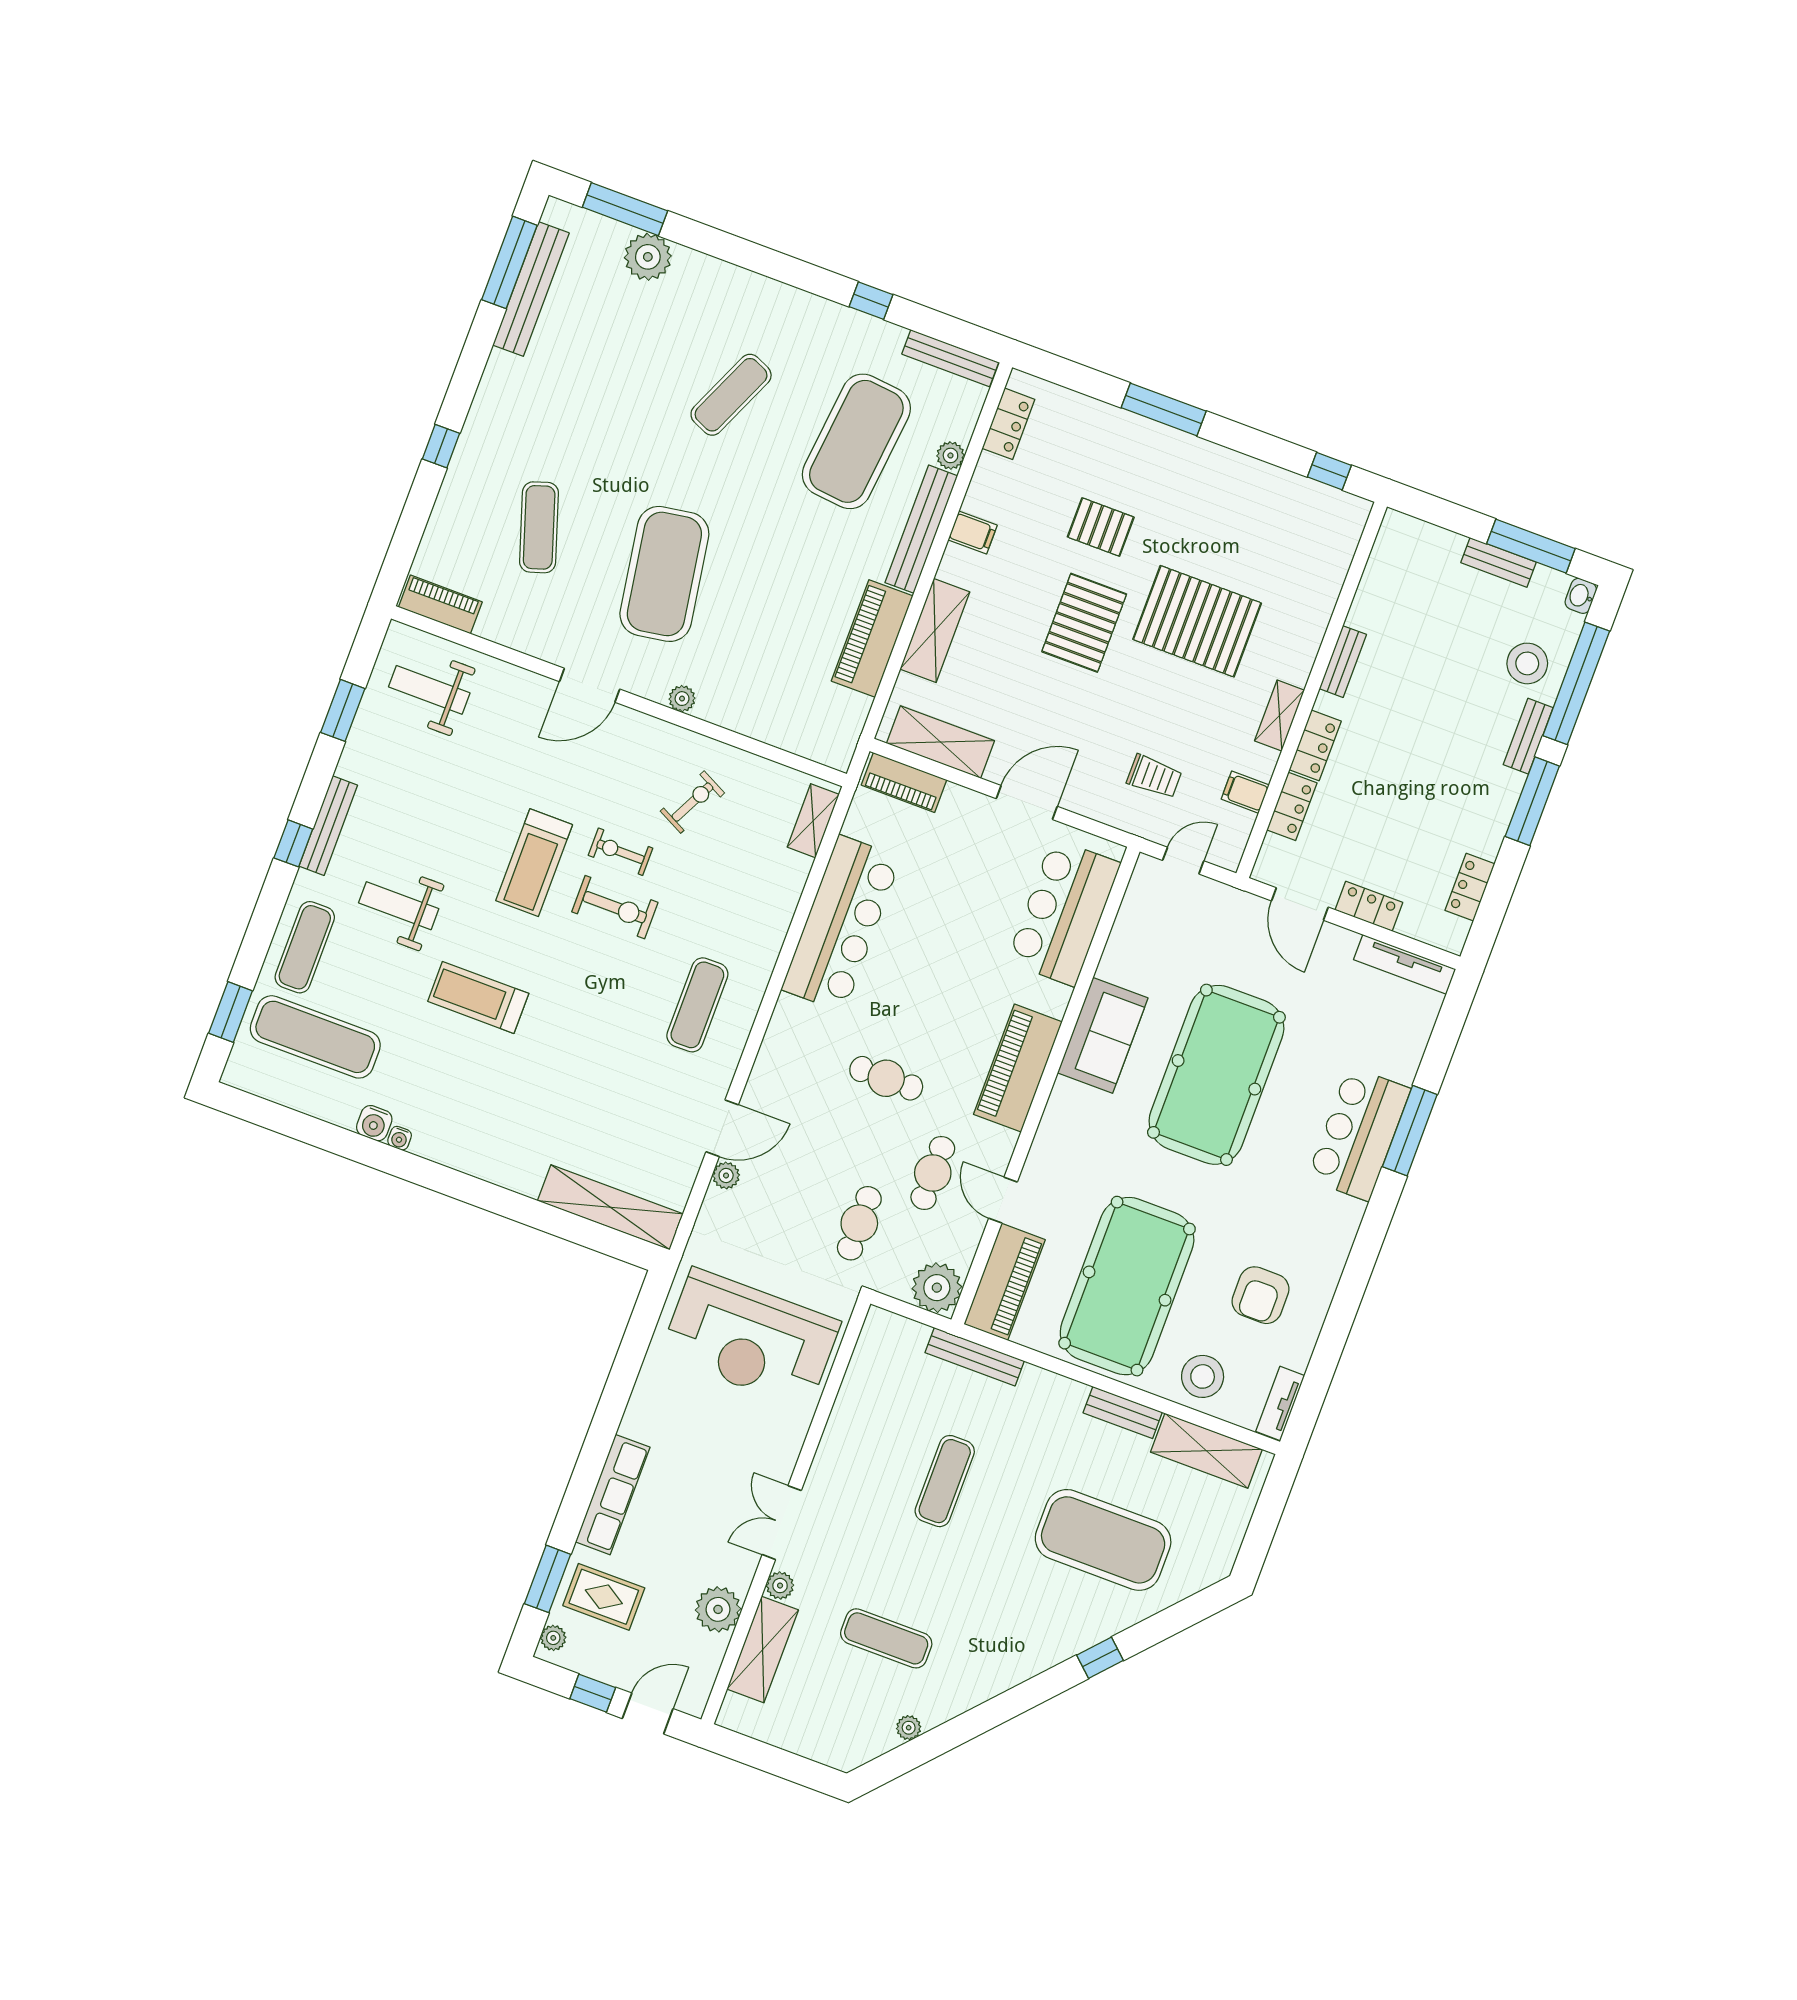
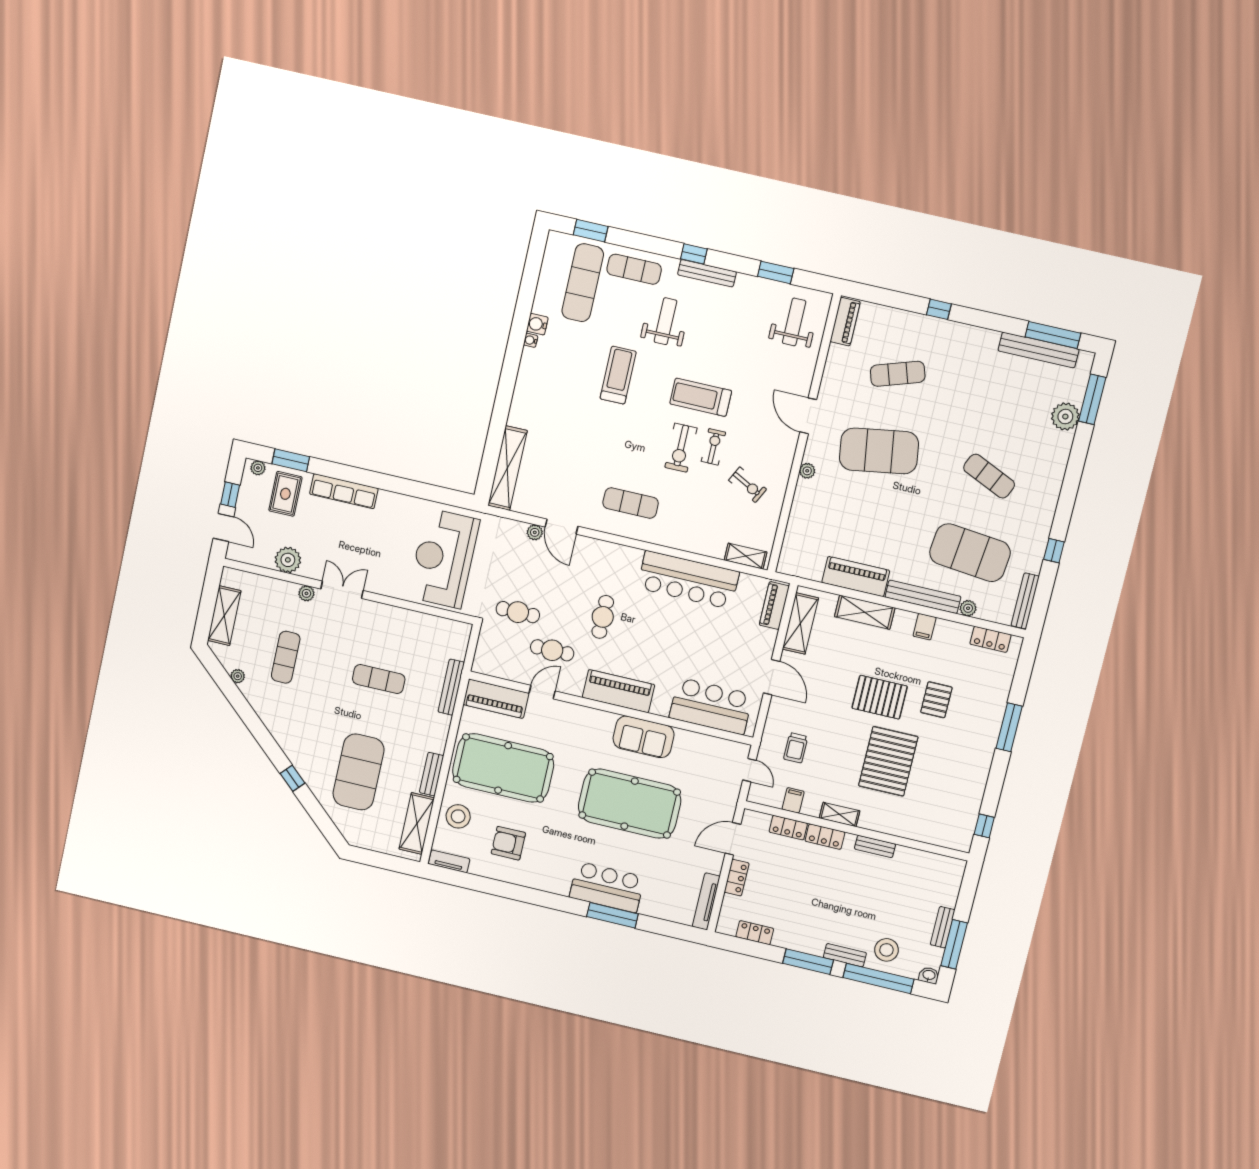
plant: (937, 1288) -> (487, 661), removed
shelving: (763, 1650) -> (224, 616), moved, turned 90

